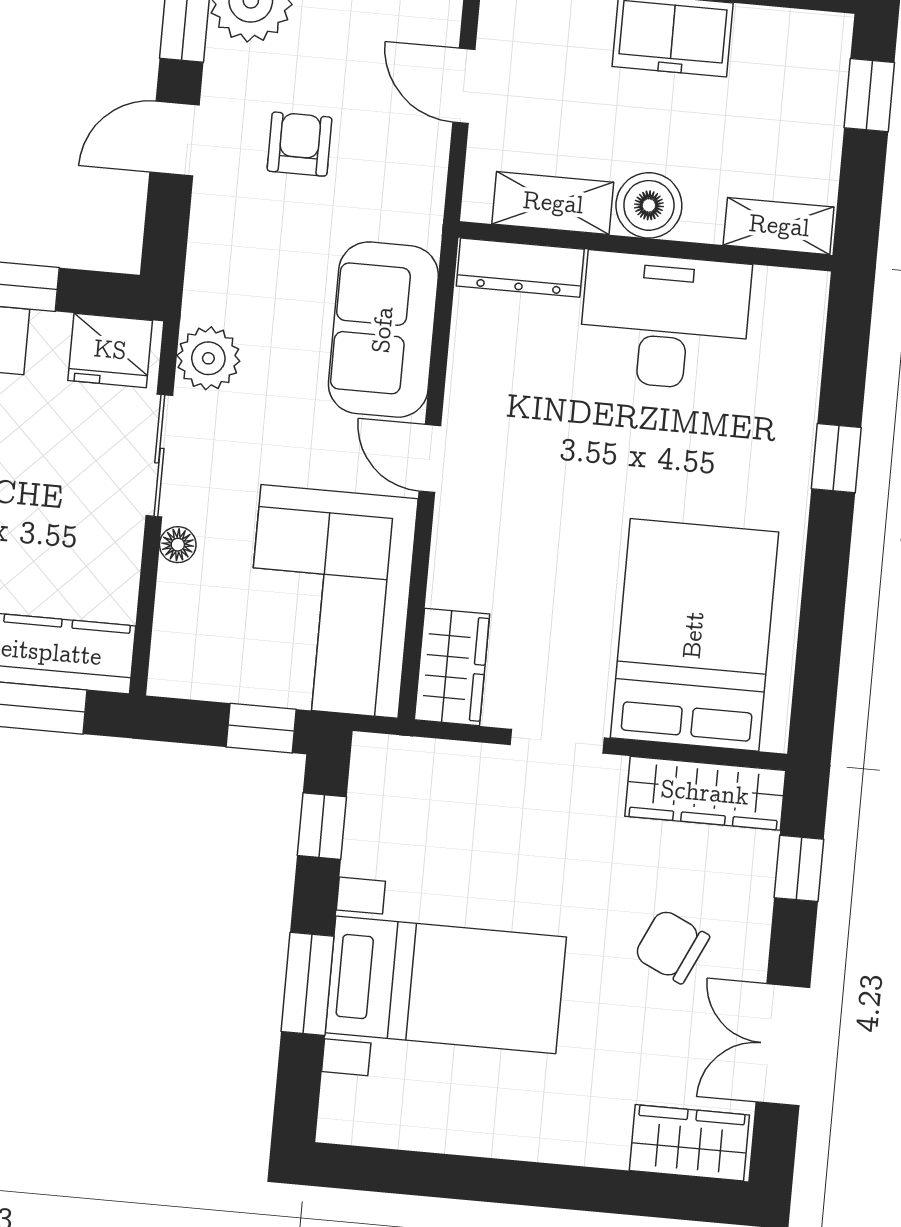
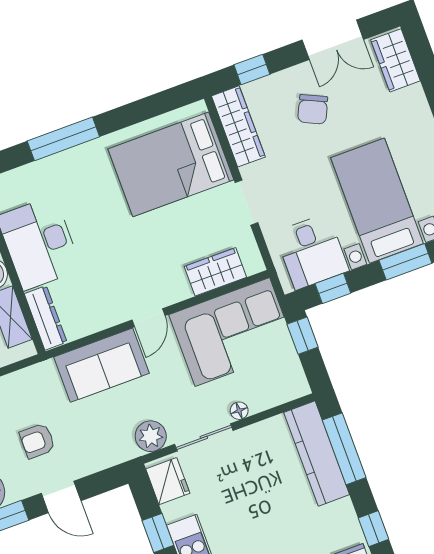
window: (836, 458) -> (63, 139), width x2.17
wardrobe: (452, 667) -> (215, 272), moved
desk: (409, 819) -> (312, 251), added

